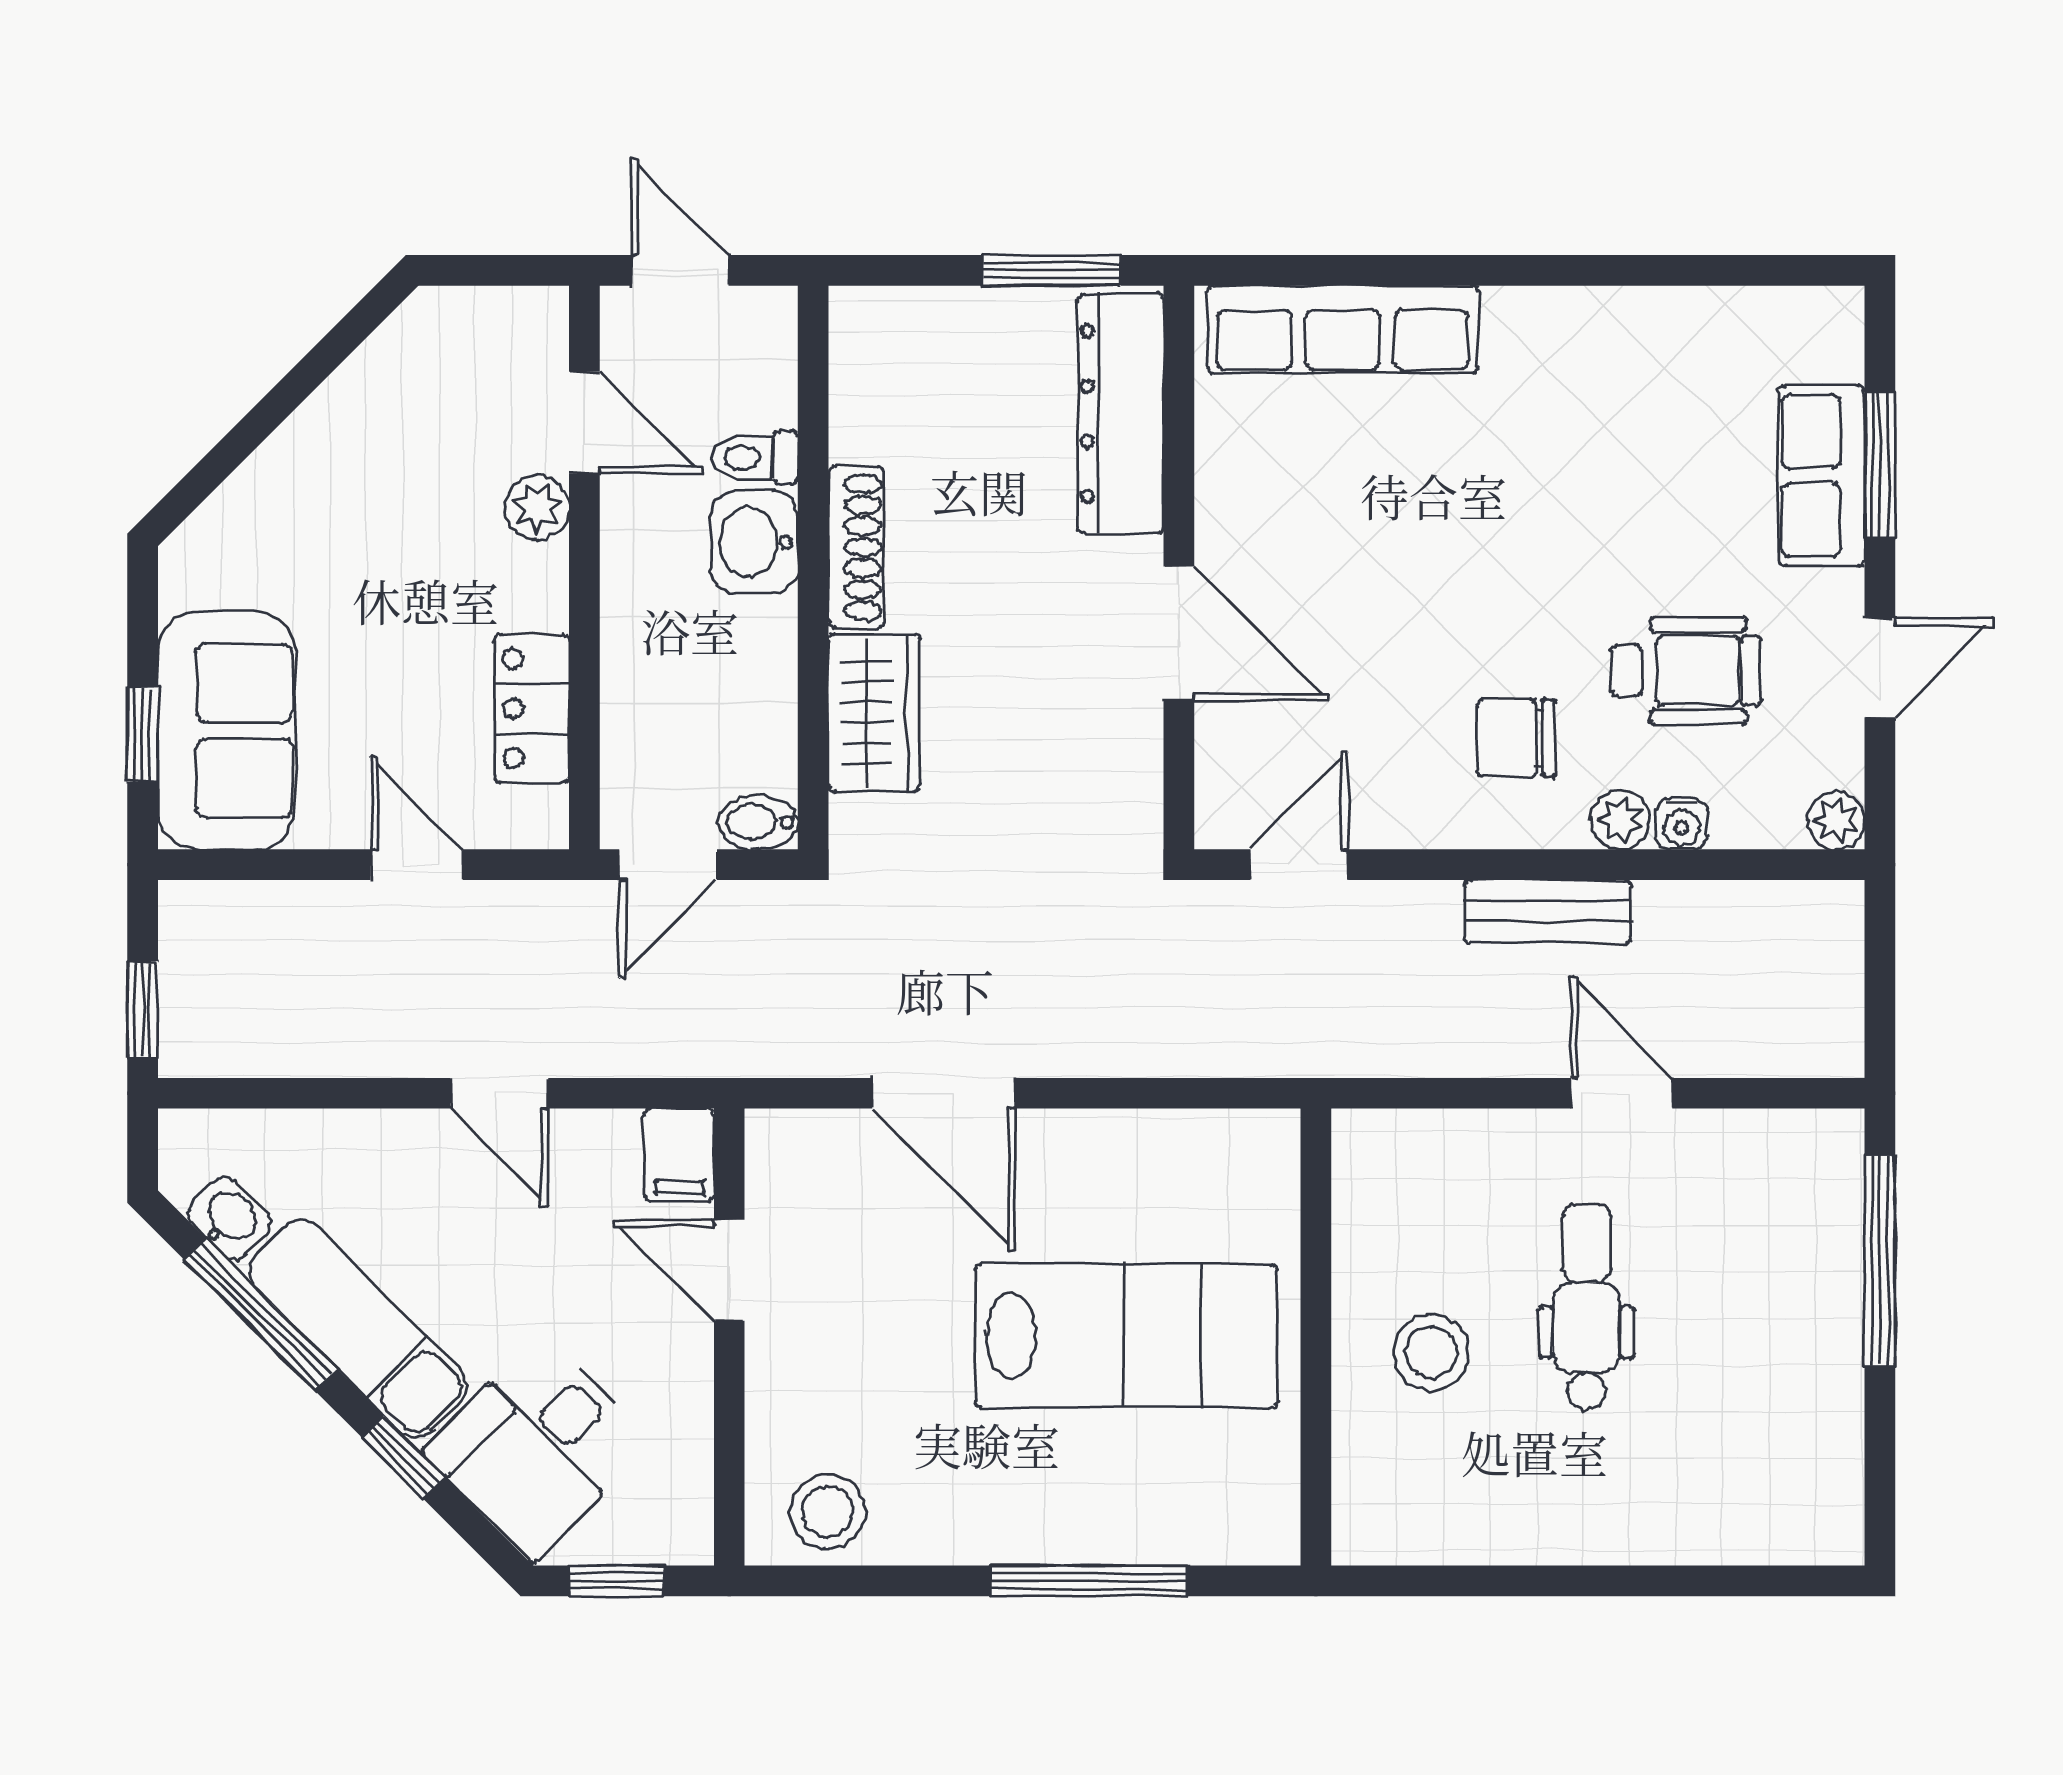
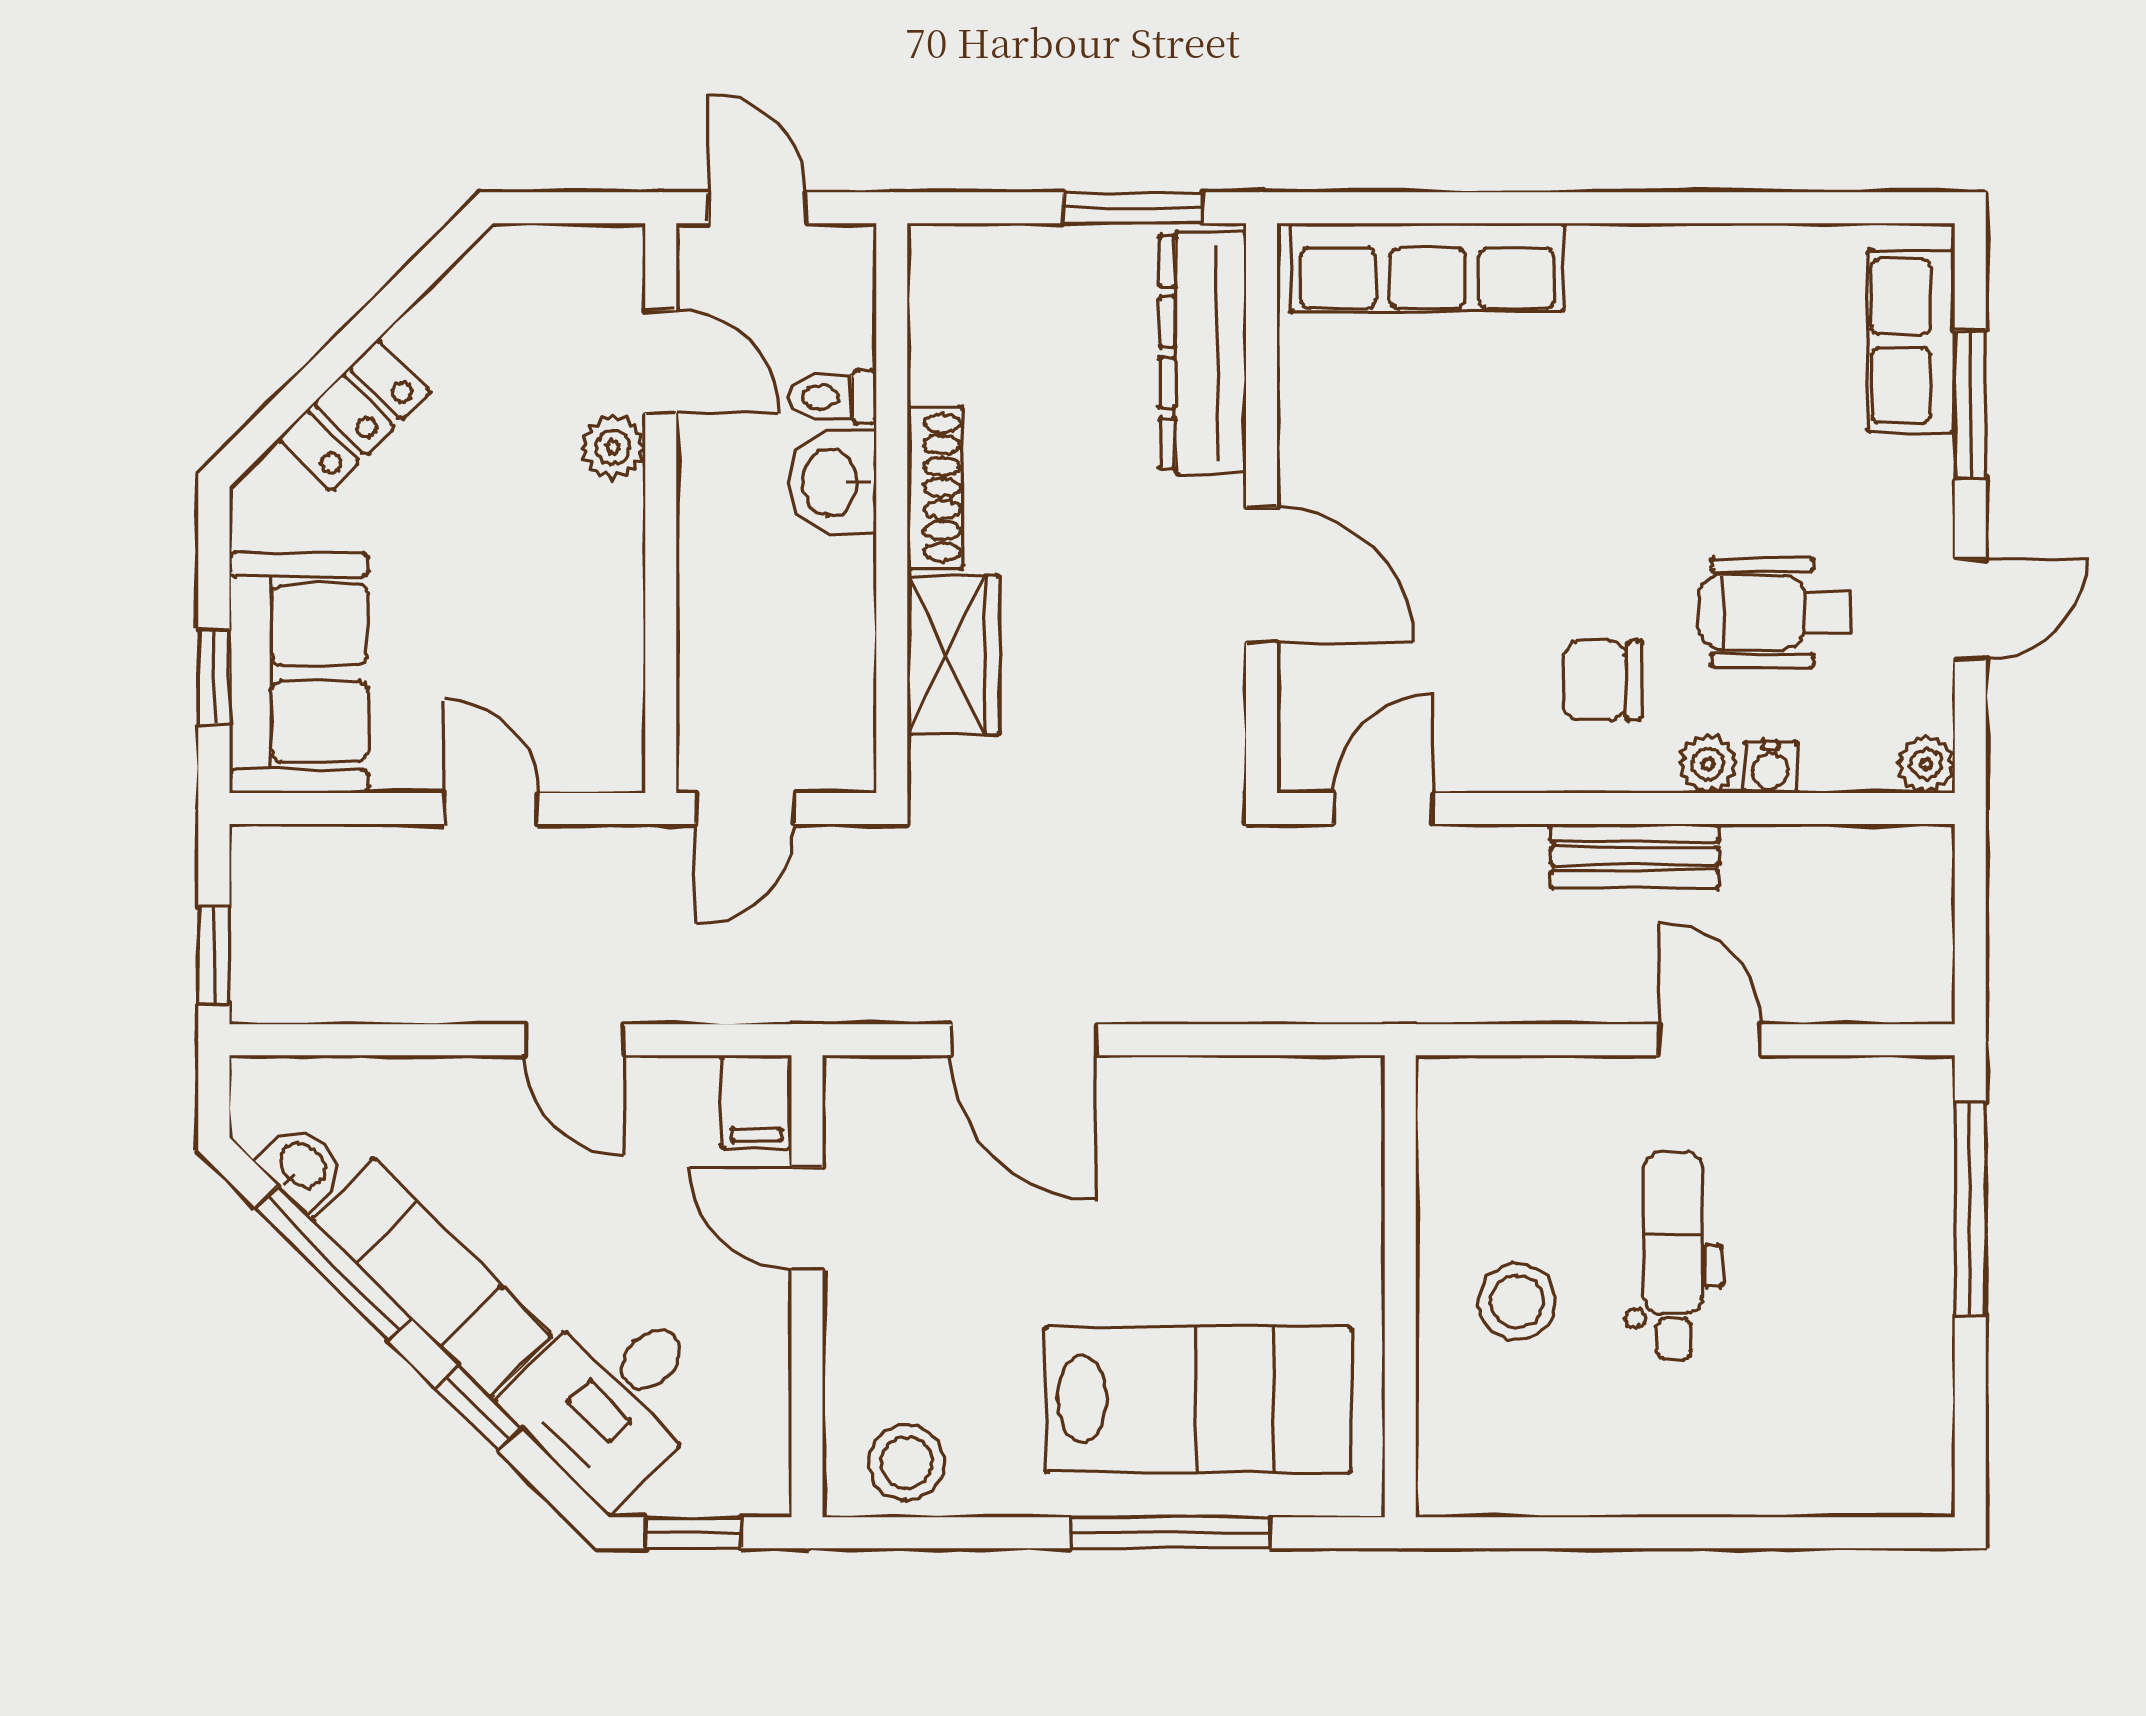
row of seats: (1822, 476) -> (1911, 341), moved
wheelchair: (1686, 671) -> (1775, 612), turned 180
locker: (532, 709) -> (354, 415), moved, turned -135
bidet: (758, 822) -> (836, 766), removed
lab bench: (1126, 1336) -> (1198, 1399), moved

